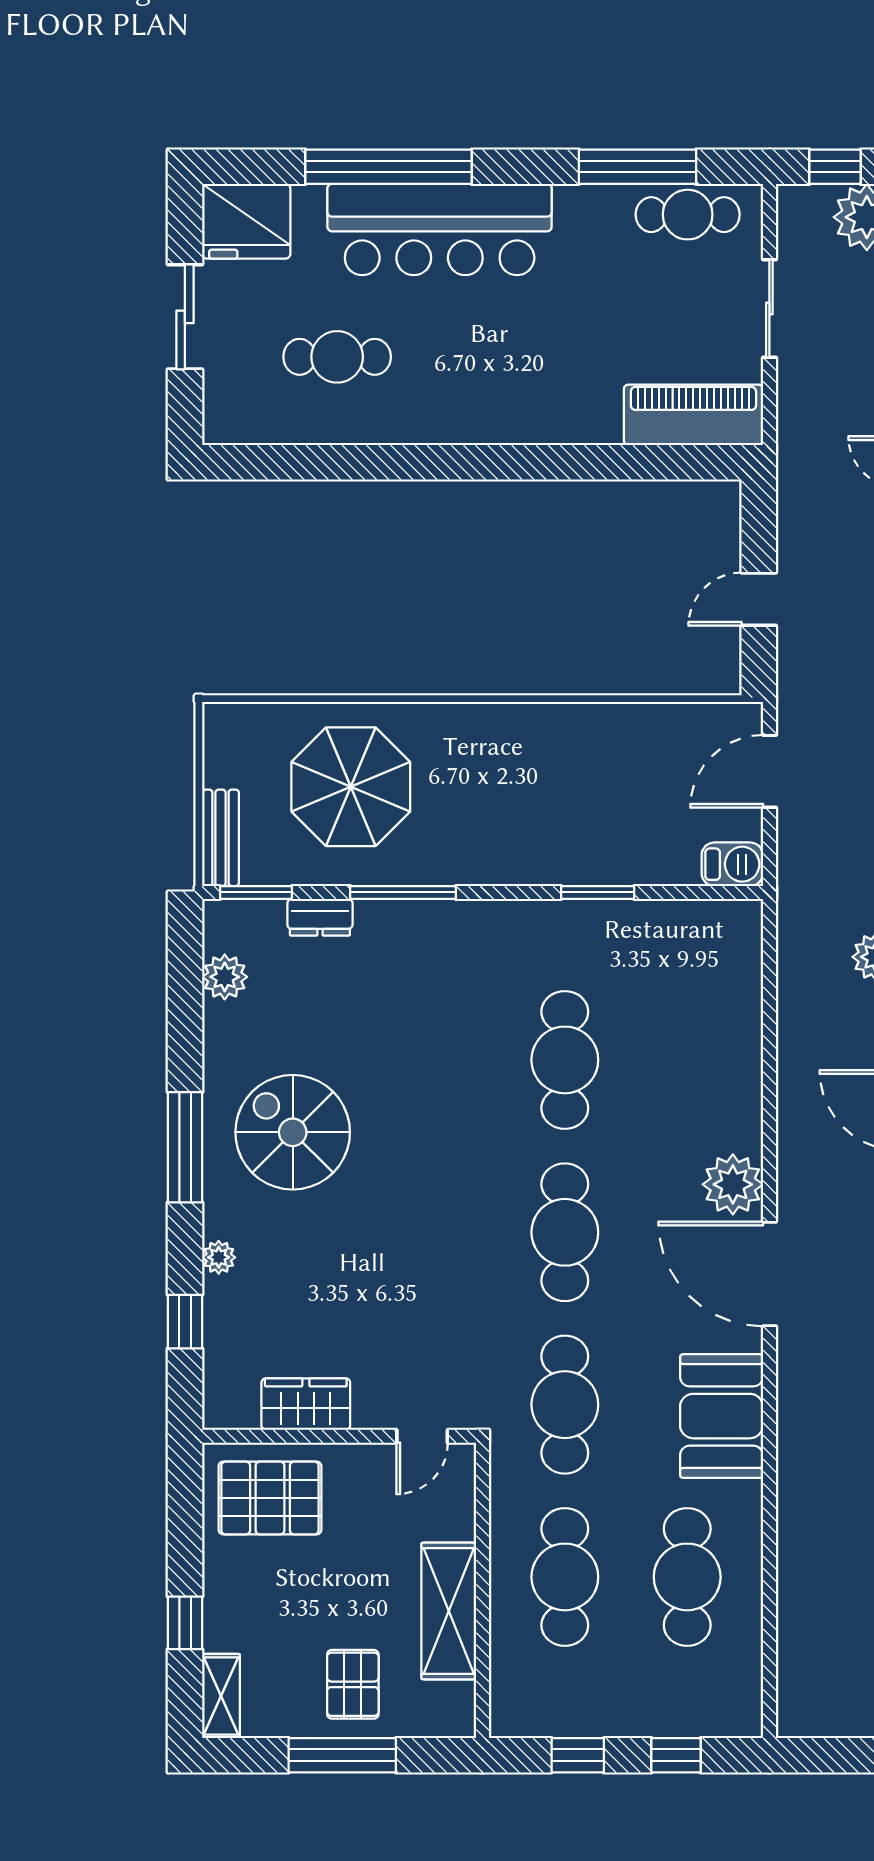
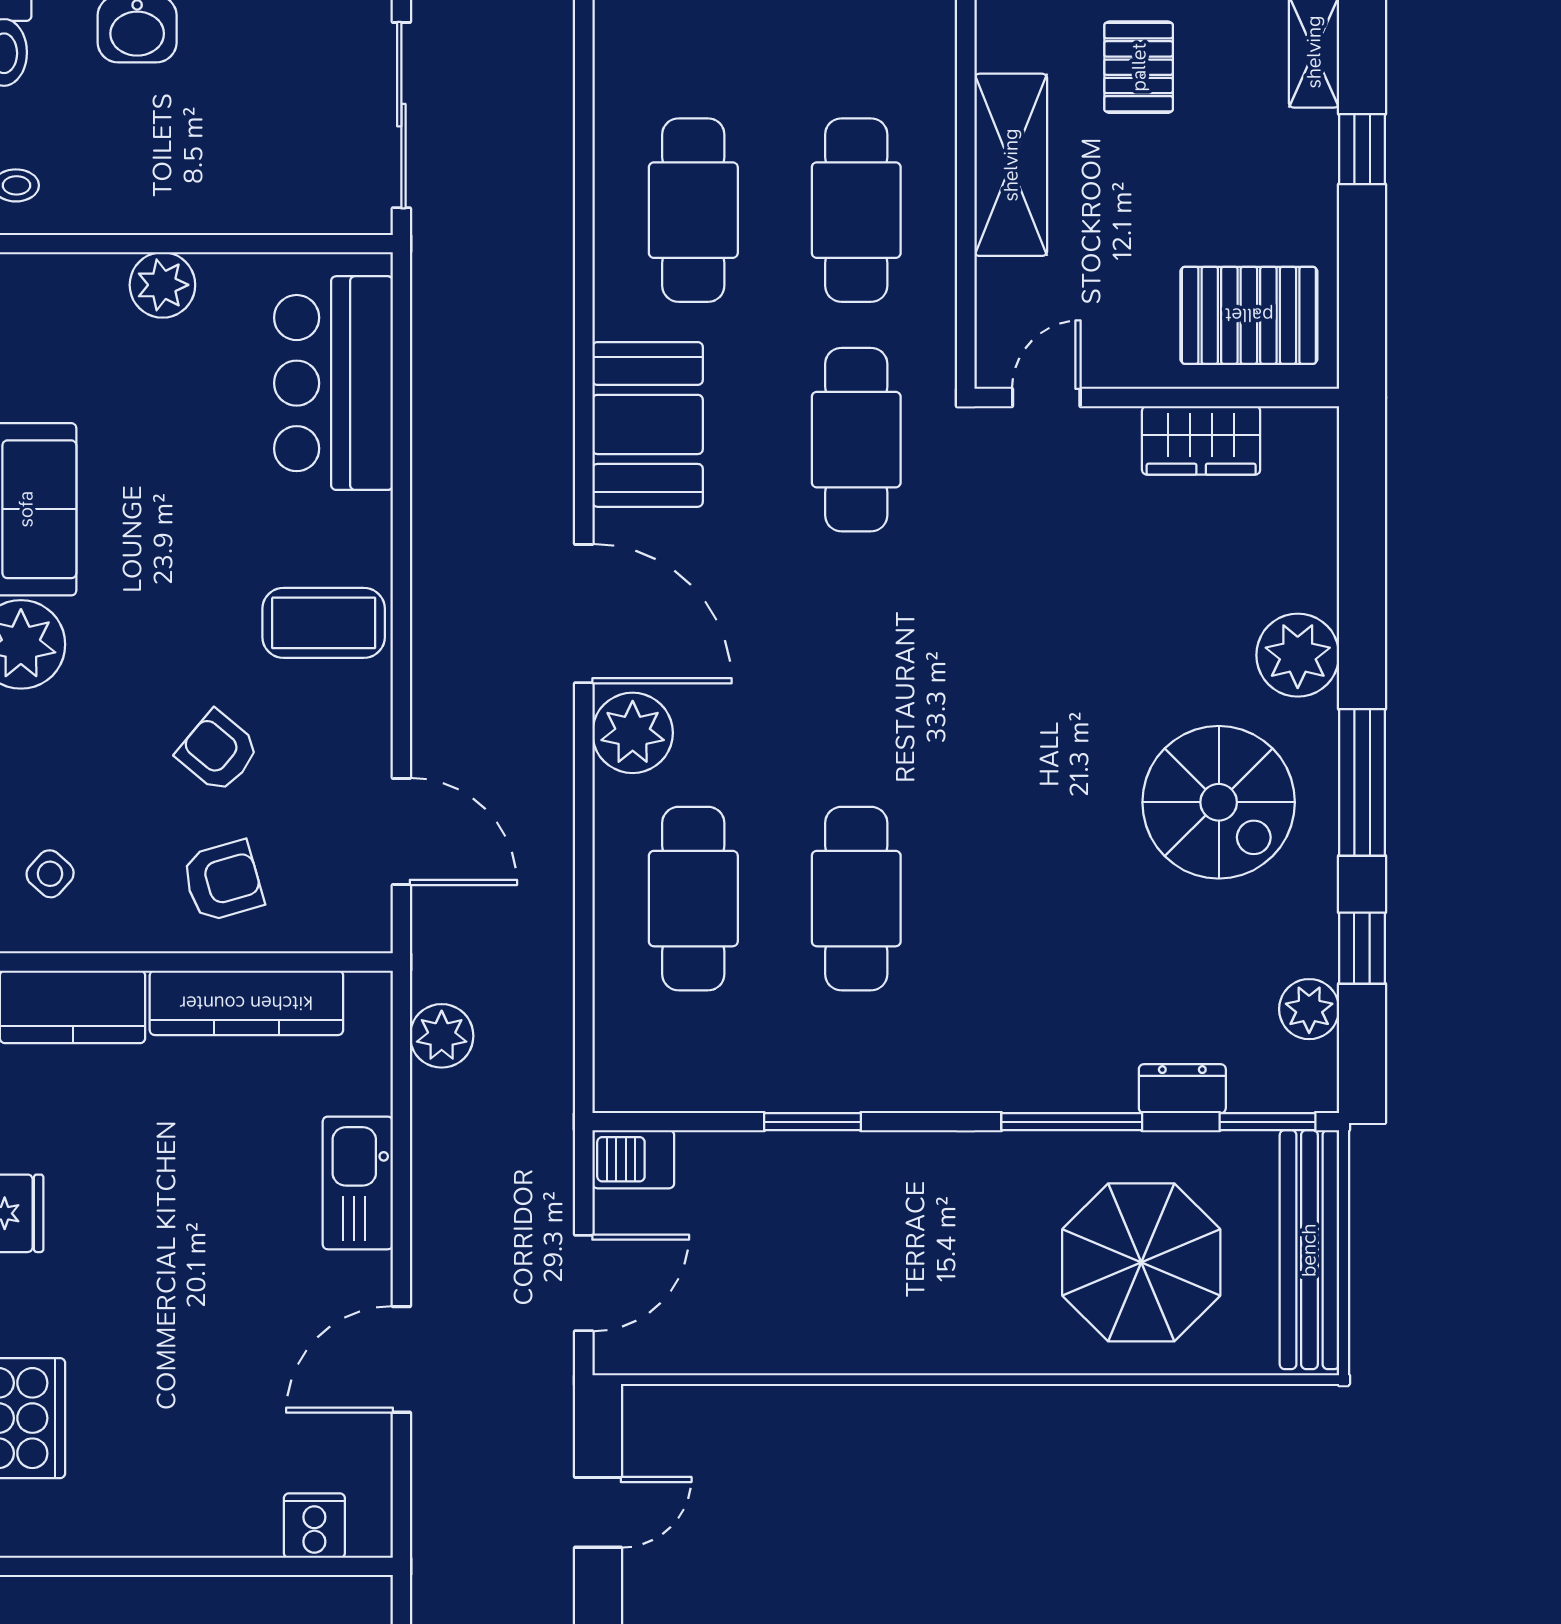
bench: (221, 838) -> (1309, 1250), width x1.86, depth x1.21
cafe table: (565, 1232) -> (693, 899), moved
plant: (219, 1257) -> (1298, 655), width x1.88, depth x1.88
window: (185, 1322) -> (1362, 948), moved

